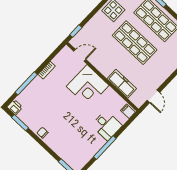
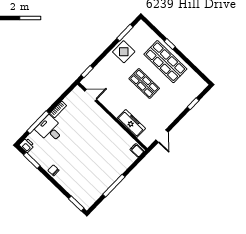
shop shelf: (135, 43) -> (144, 83), width x0.70, depth x0.74
corner desk: (88, 86) -> (98, 125), removed
desk: (107, 125) -> (50, 129), moved, turned 180

